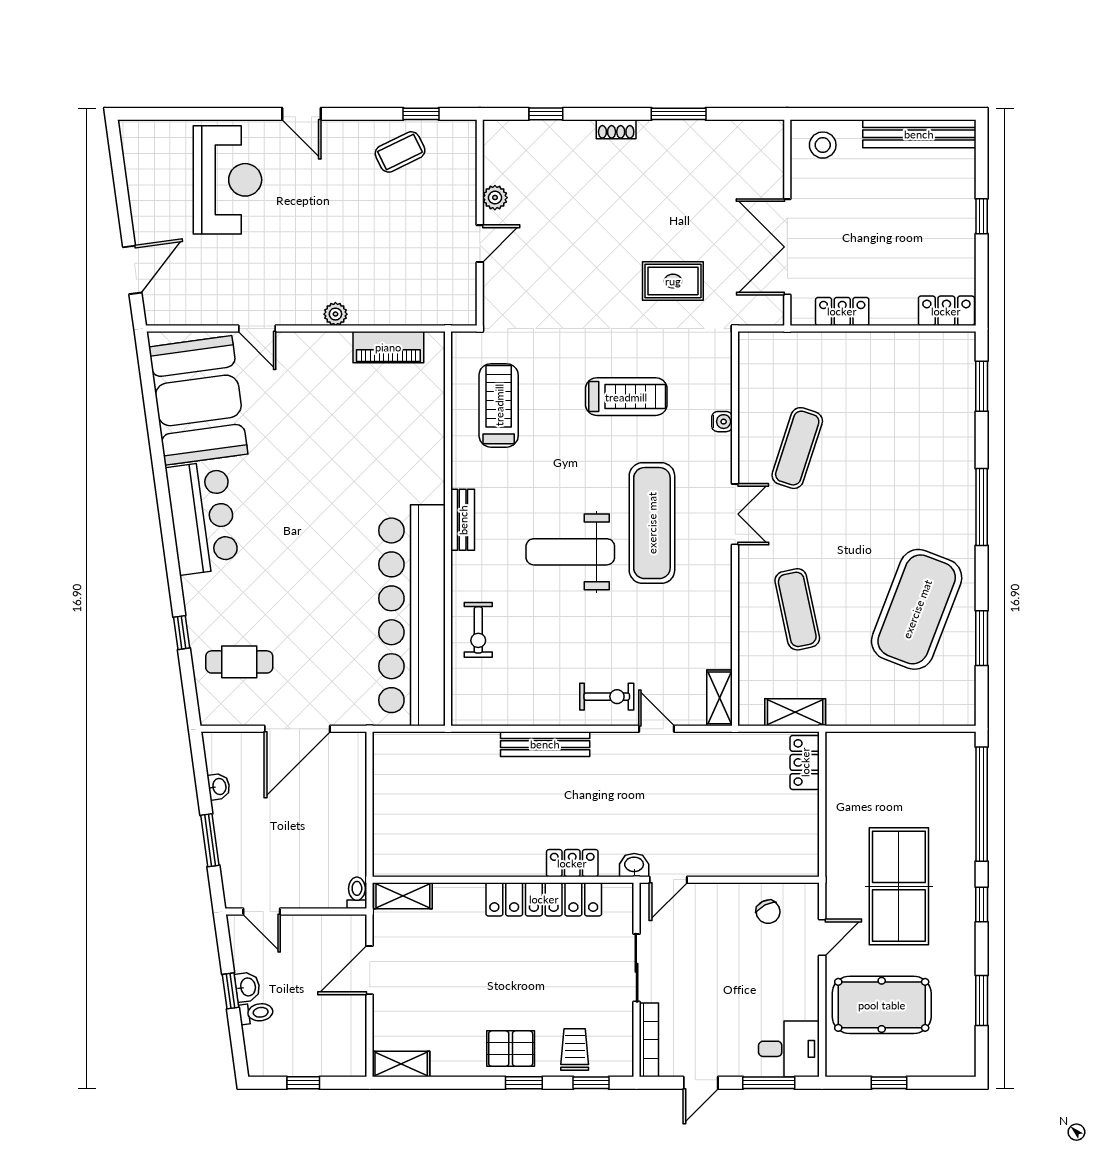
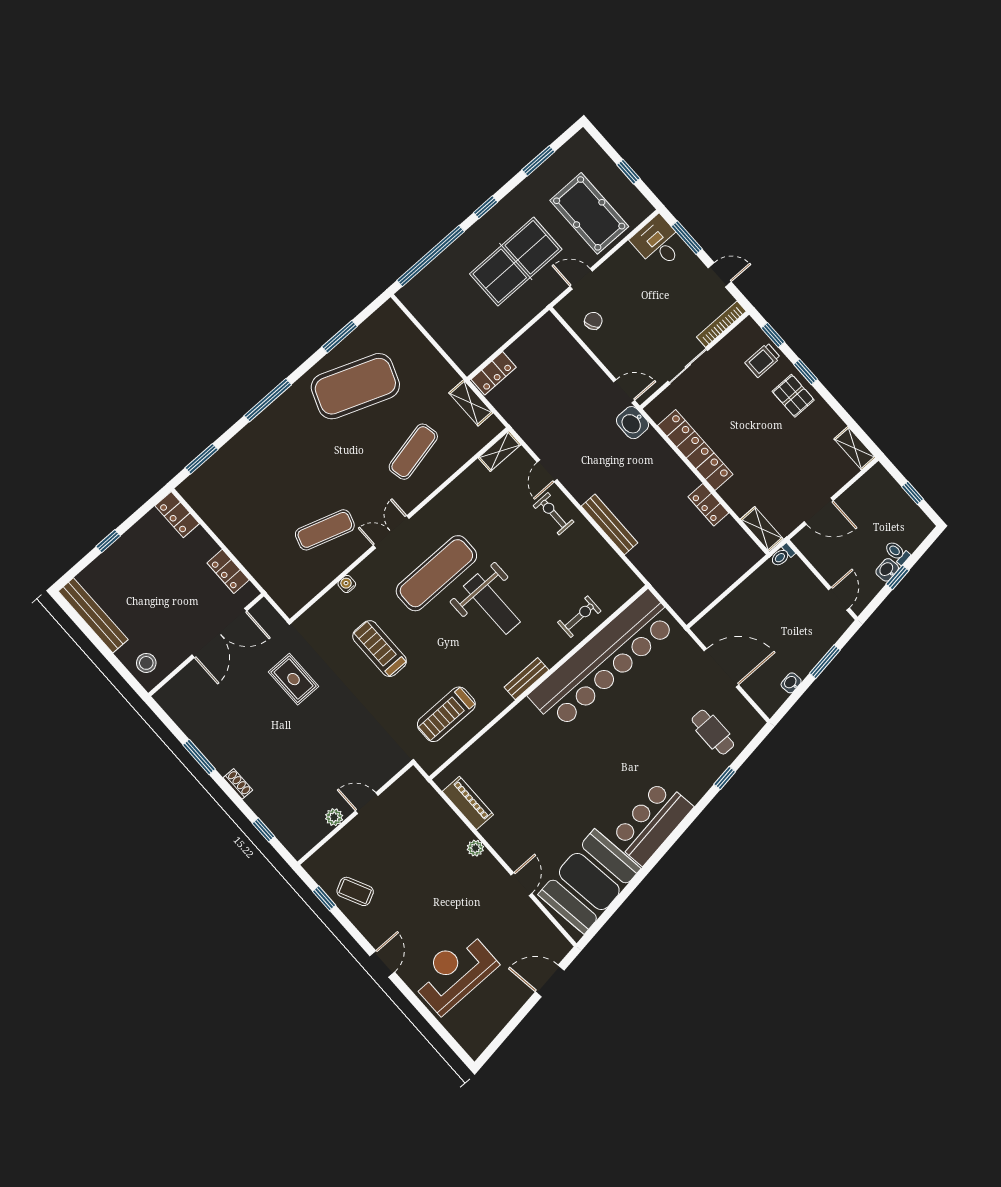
locker: (572, 863) -> (708, 505), moved
washbasin: (634, 865) -> (633, 423), width x1.38, depth x1.45

